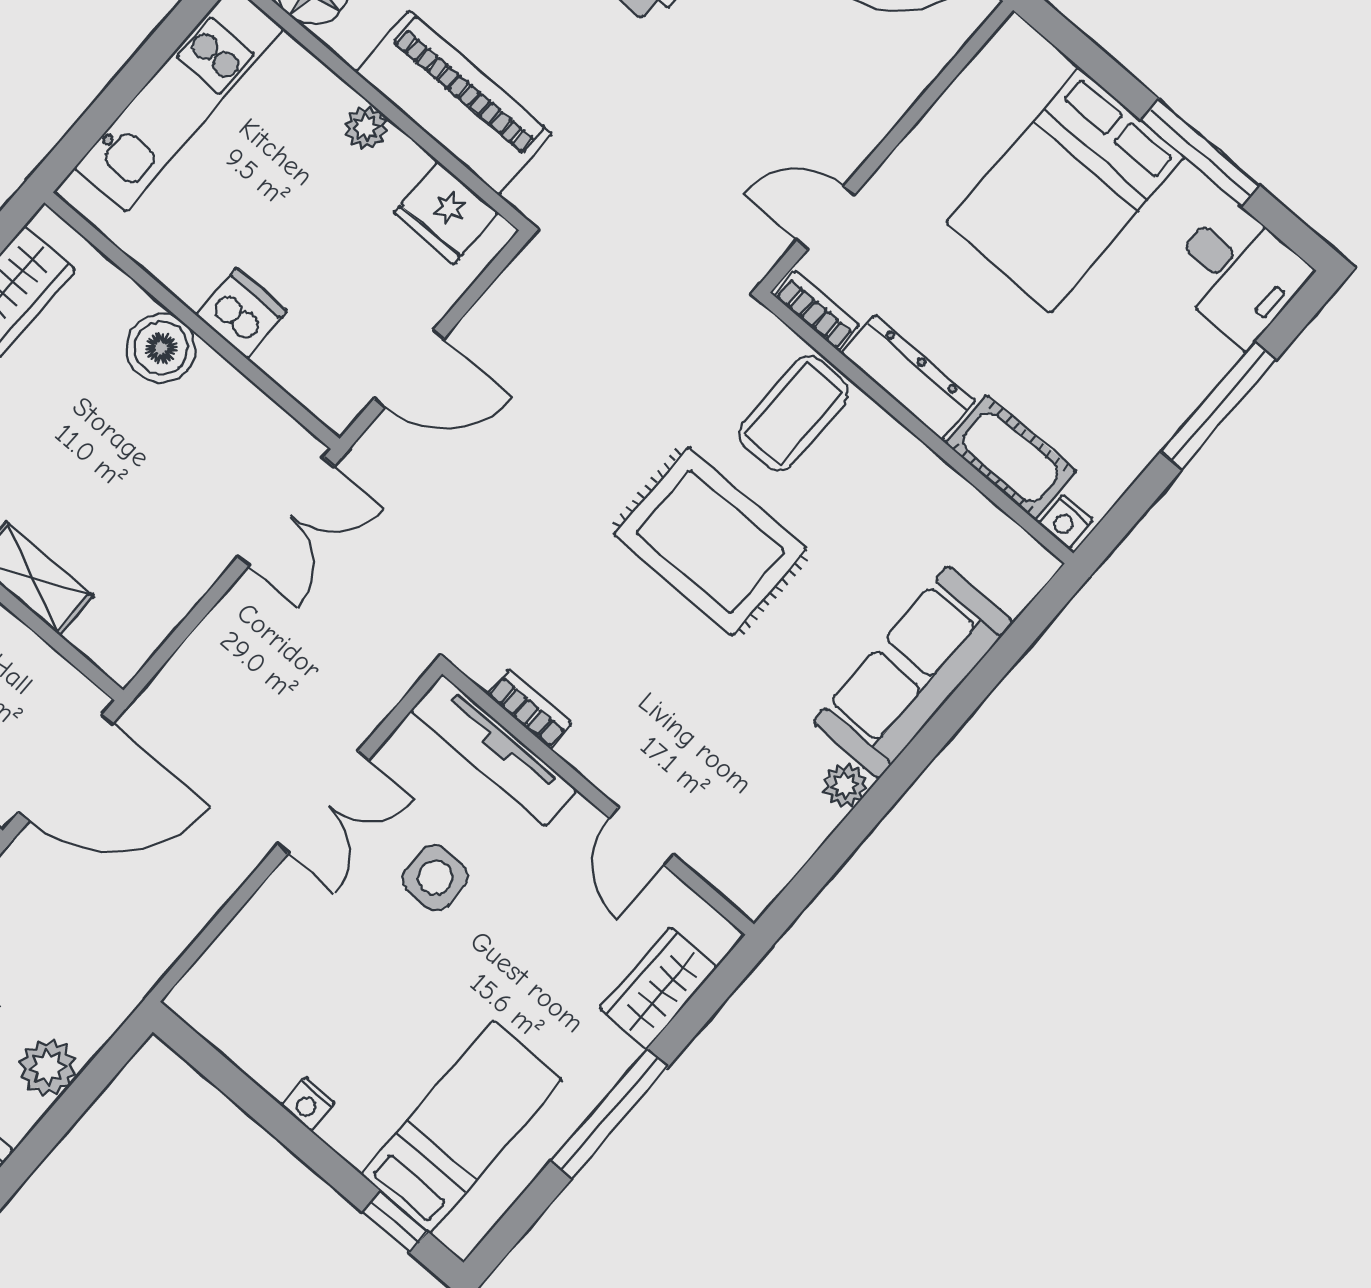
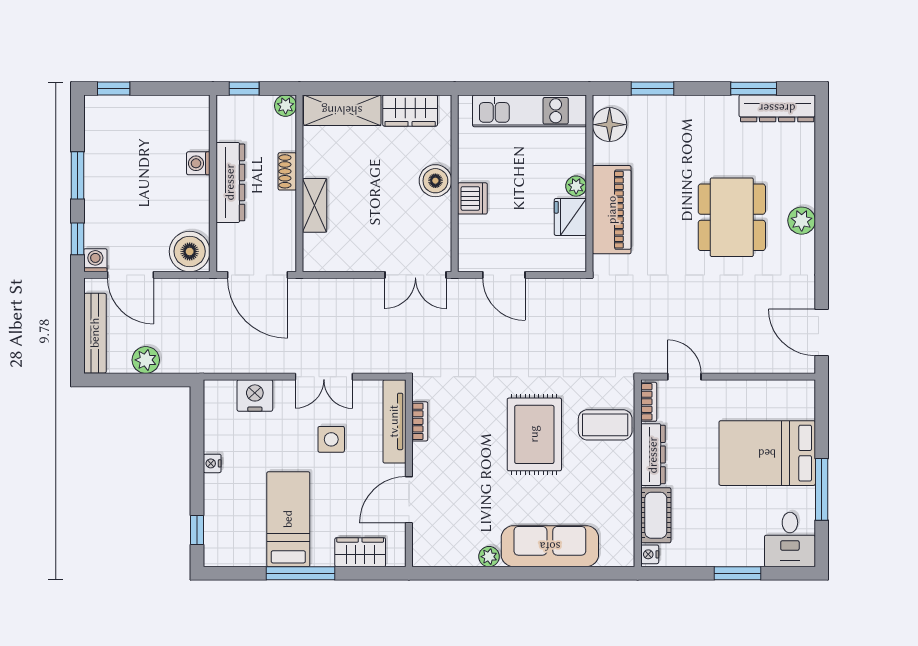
fridge: (446, 213) -> (570, 217), moved
window: (1219, 406) -> (737, 573), width x0.69
door: (641, 836) -> (409, 500), width x1.38
nightstand: (257, 940) -> (255, 395), added
bed: (461, 1127) -> (288, 519), moved, turned -90

